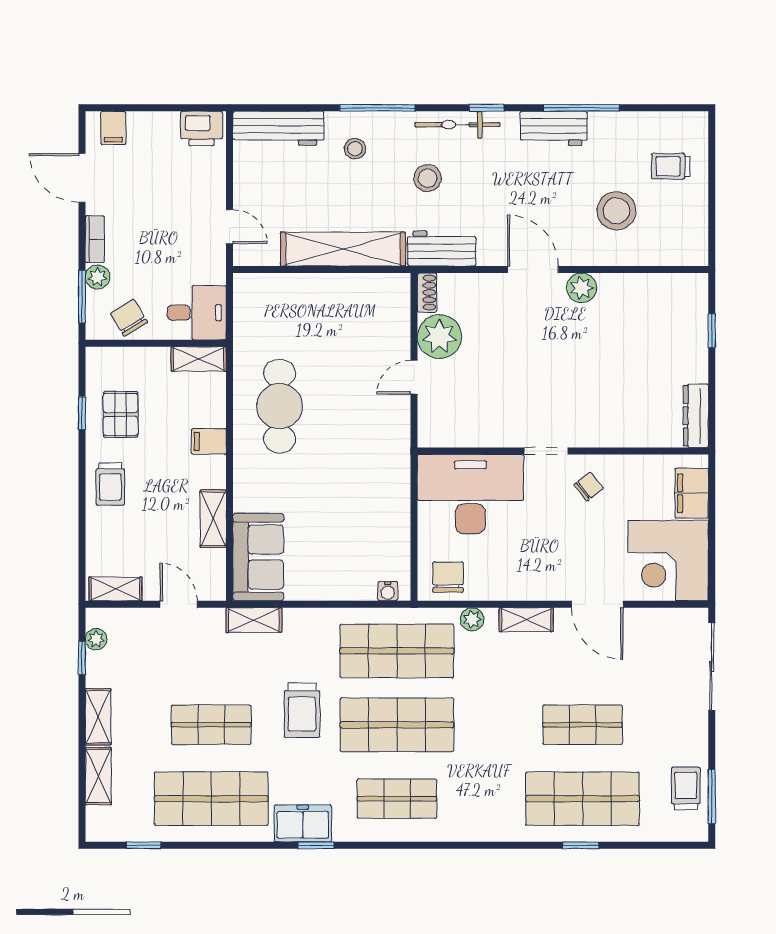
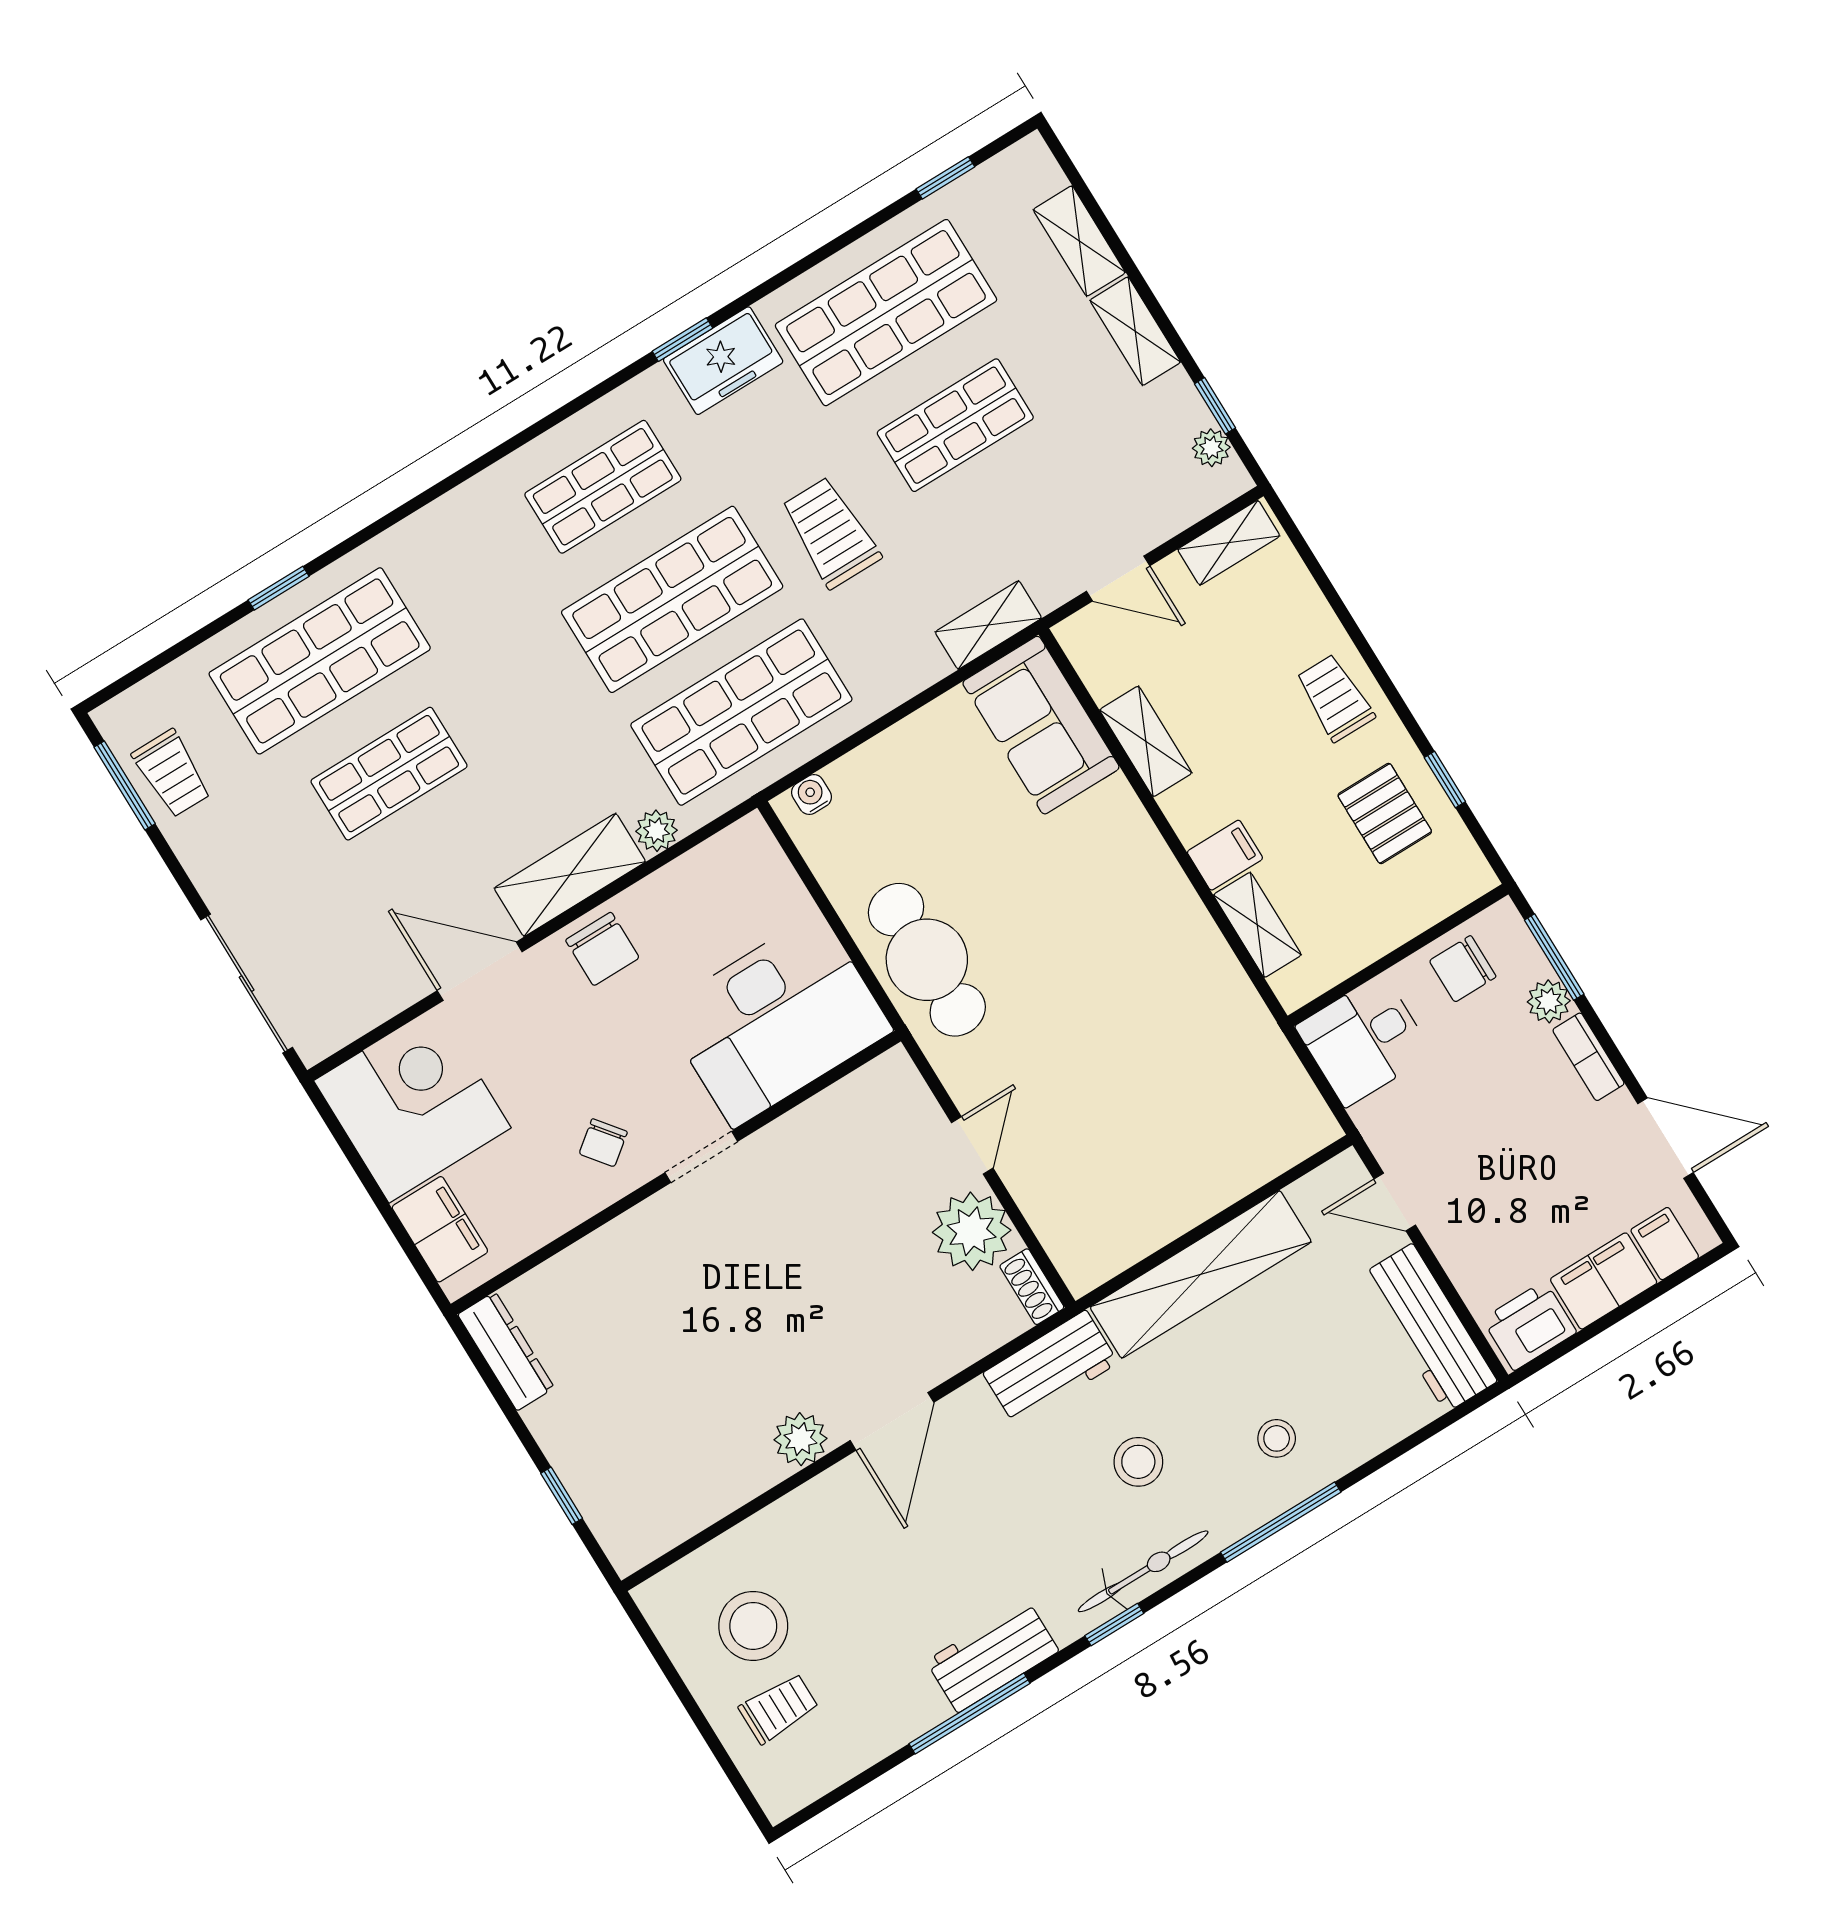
filing cabinet: (153, 128) -> (1604, 1281), added
workbench: (278, 128) -> (1429, 1328), moved, turned -90
stool: (616, 211) -> (753, 1626), moved
door: (533, 269) -> (892, 1421), hinge flipped
chair: (129, 318) -> (1463, 969), turned 121
shelving: (199, 359) -> (1257, 925), moved, turned 90
cafe table: (280, 406) -> (927, 960), moved
chair: (448, 577) -> (602, 949), moved
shelving: (526, 620) -> (570, 875), width x1.50, depth x1.33

